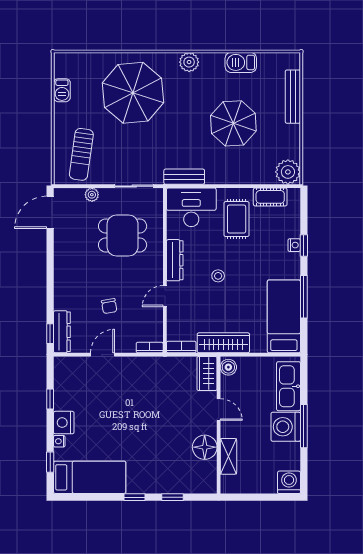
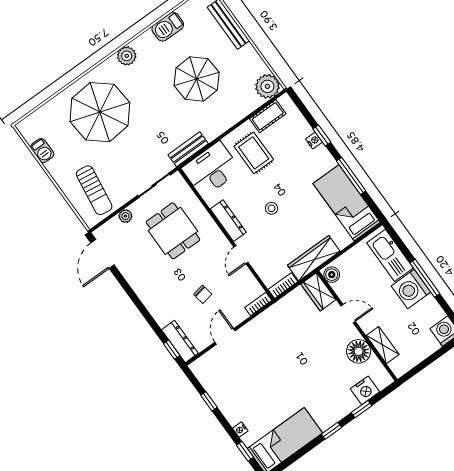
dining table: (123, 235) -> (173, 231), turned 90
nightstand: (64, 423) -> (365, 390), moved, turned -90

